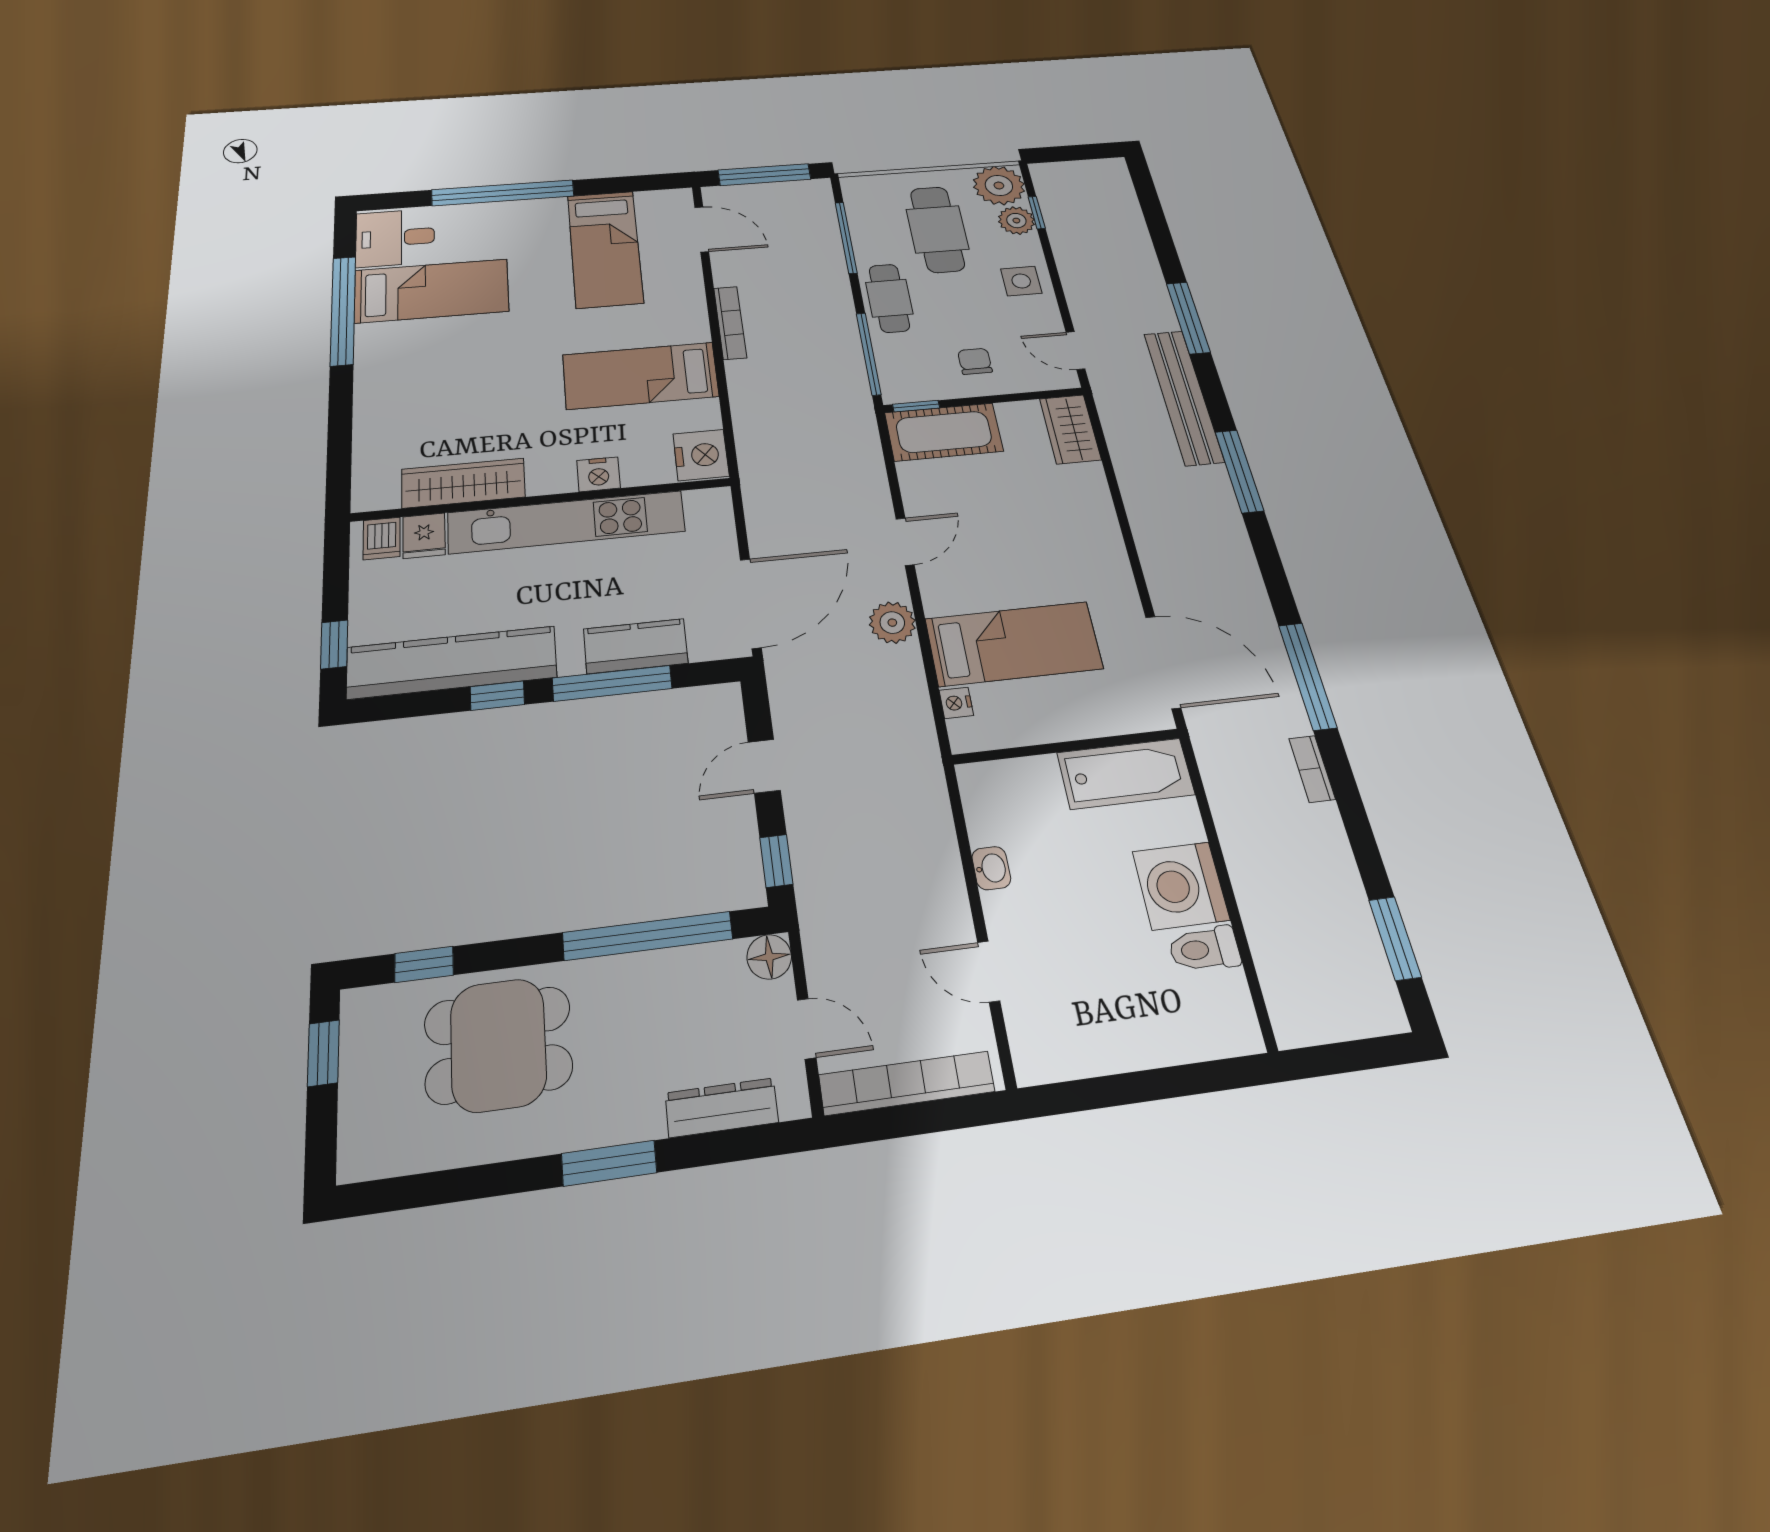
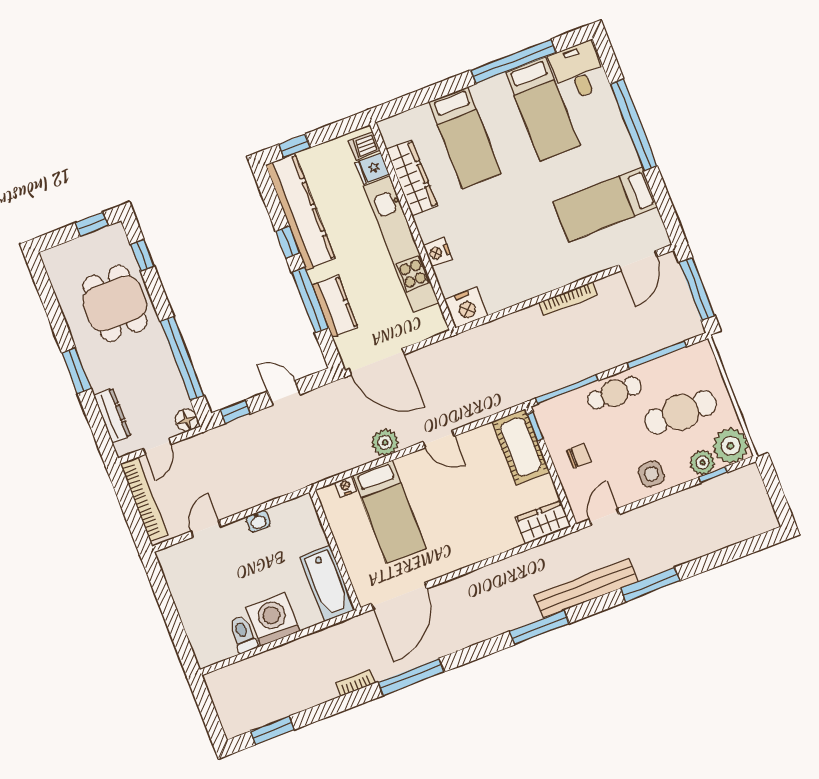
bed: (640, 376) -> (465, 138), moved, turned 180

